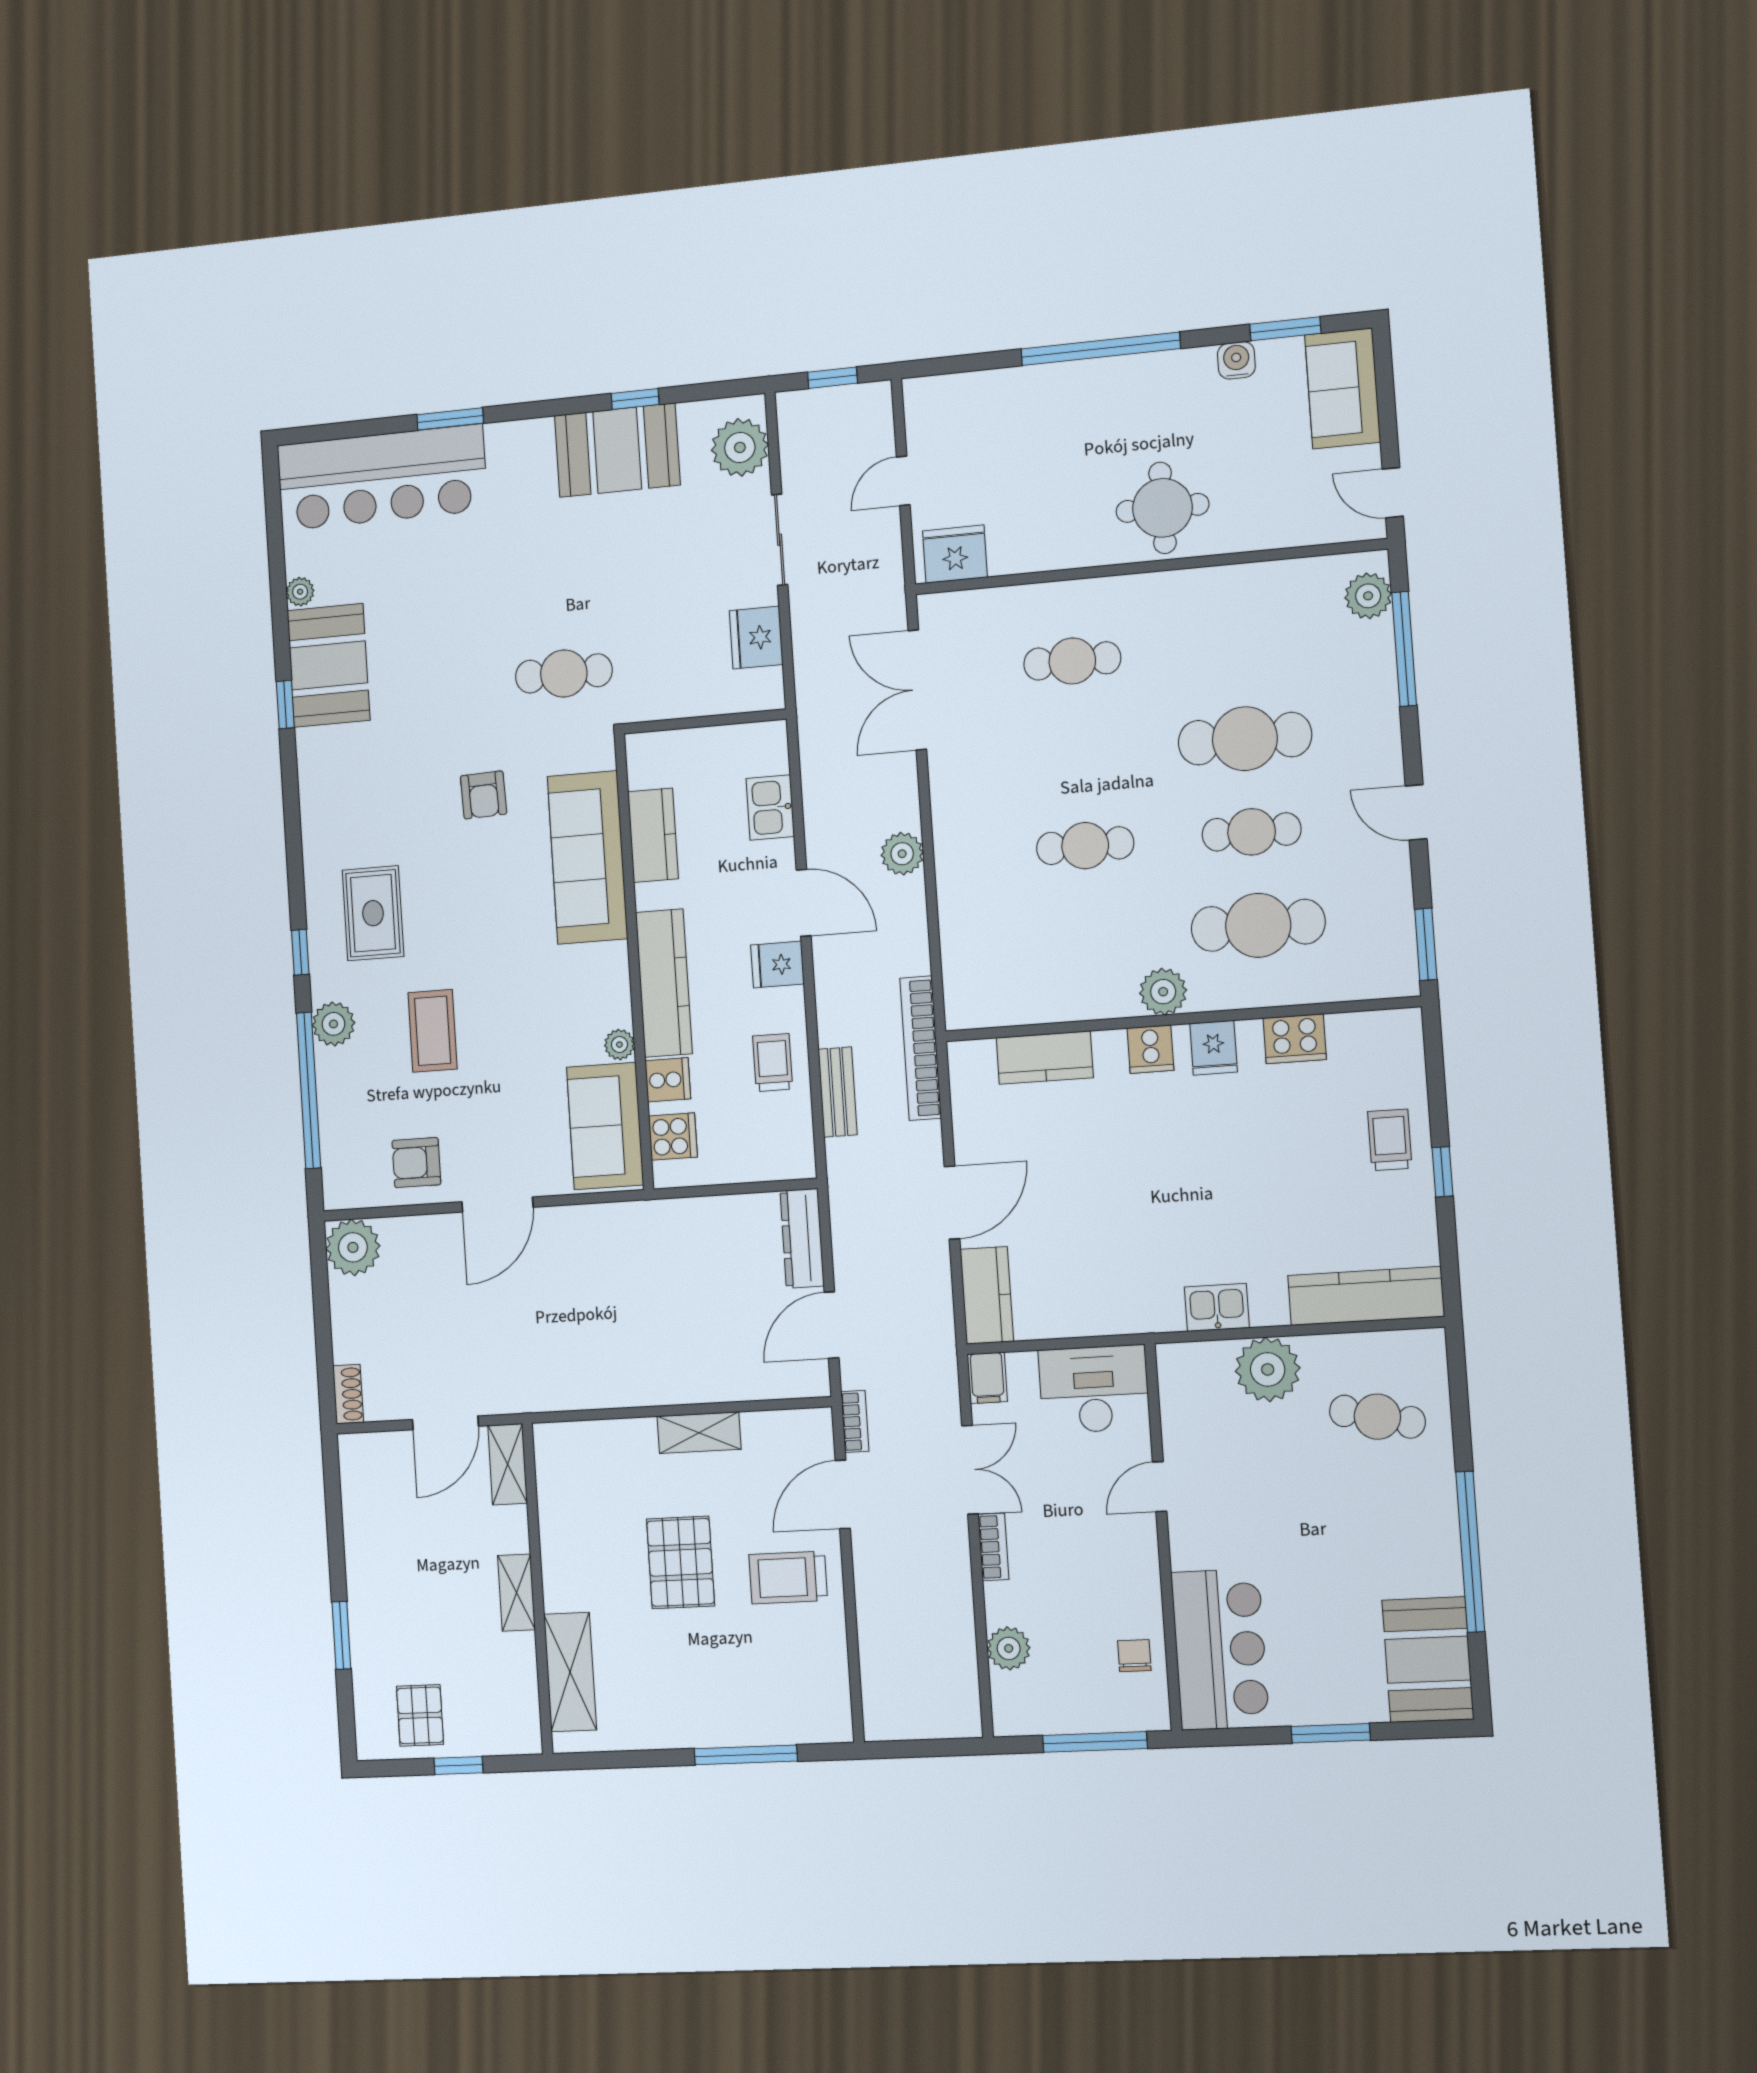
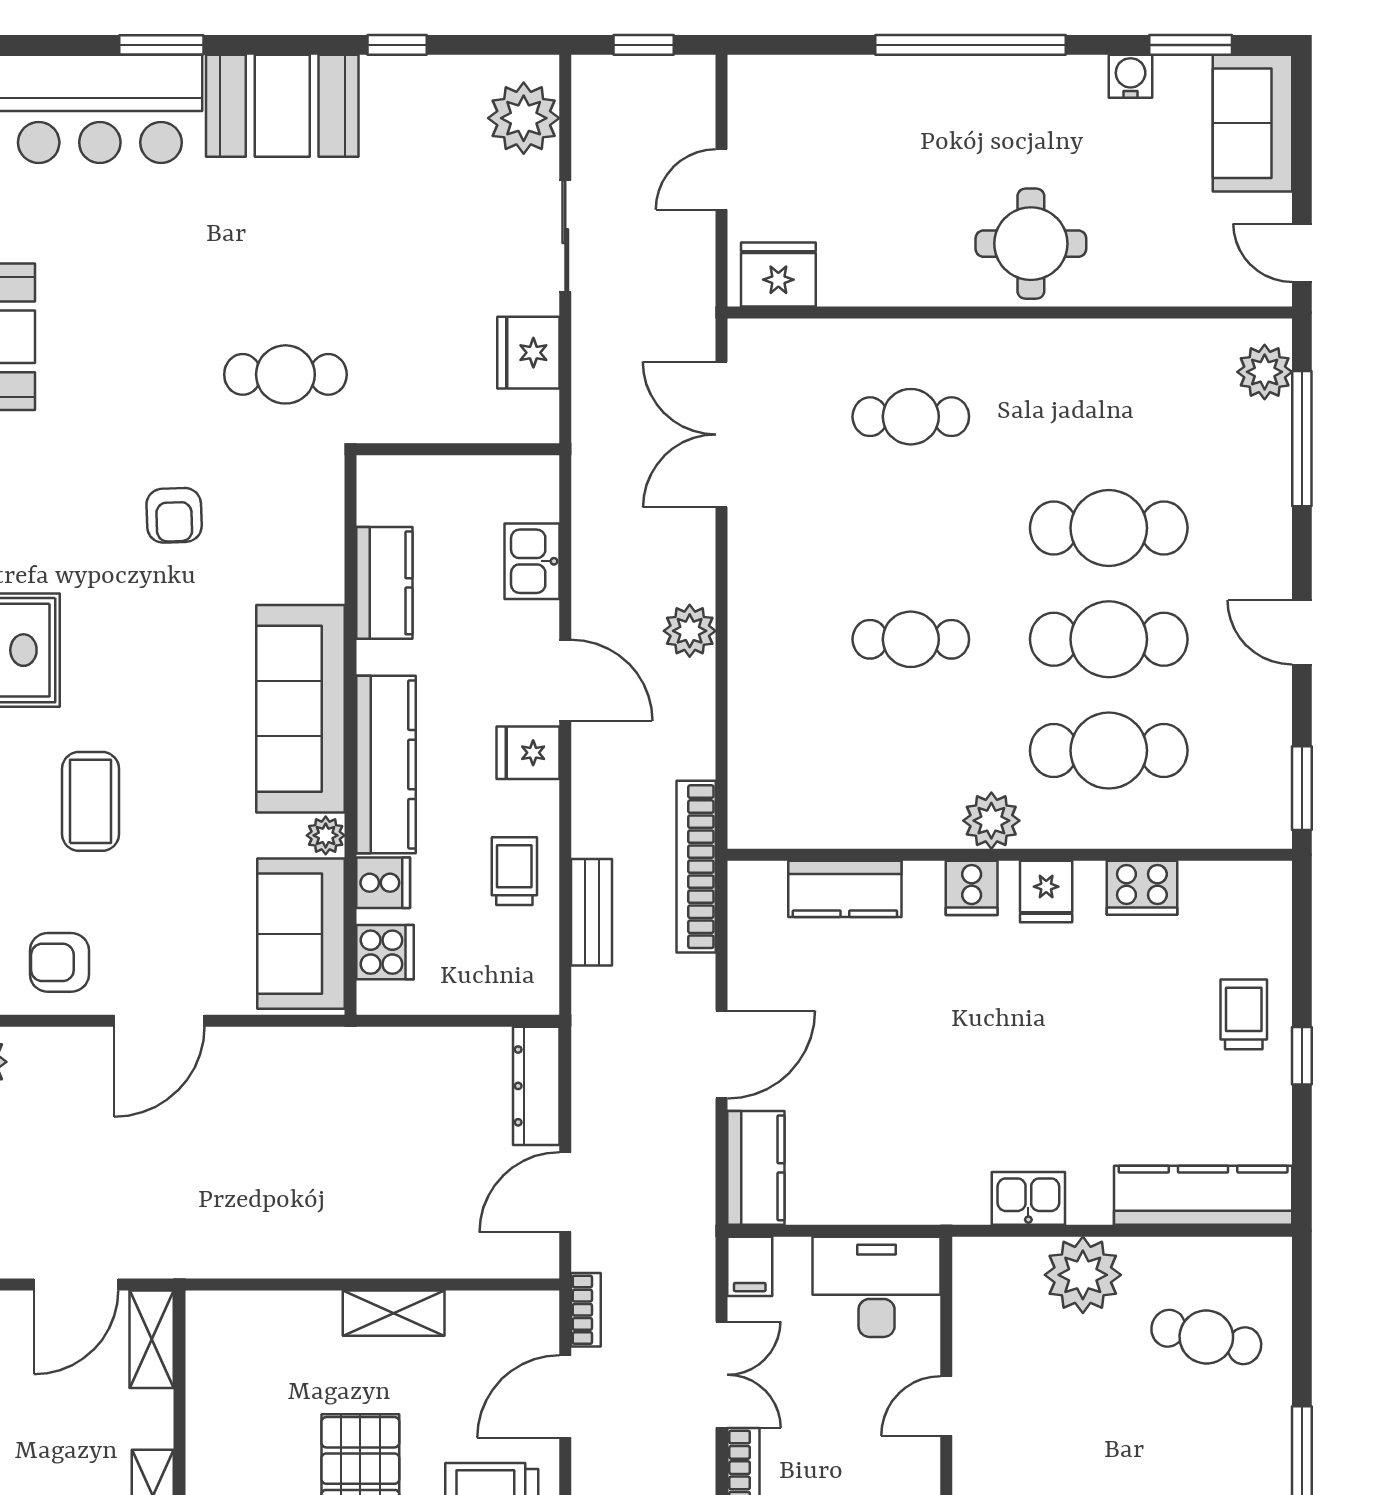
booth: (617, 450) -> (282, 106), moved
cafe table: (1252, 832) -> (1109, 639), width x1.37, depth x1.35
sofa: (587, 857) -> (300, 709), moved

